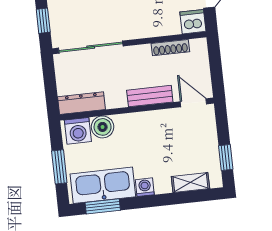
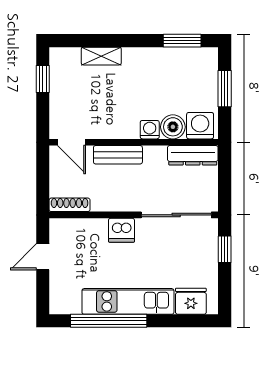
dishwasher: (193, 22) -> (121, 230), moved
shoe rack: (170, 48) -> (70, 205), moved
shelving: (190, 182) -> (101, 56), moved
kitchen sink: (103, 185) -> (180, 63), removed
washing machine: (145, 187) -> (150, 130), moved, turned 180

